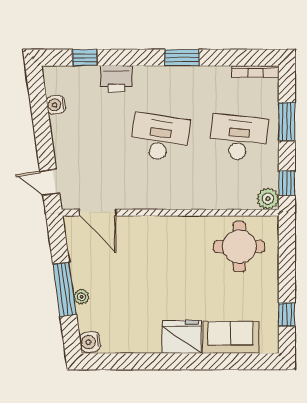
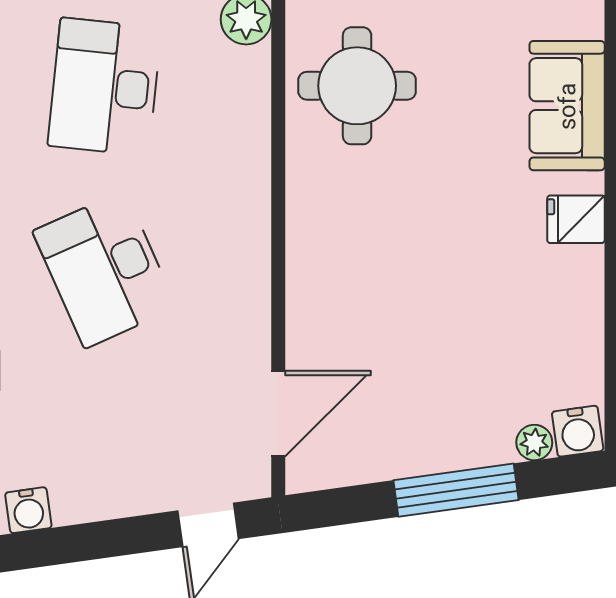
desk: (160, 138) -> (105, 269), turned -33
plant: (81, 297) -> (534, 443), moved
fridge: (182, 337) -> (576, 219), width x0.53, depth x0.75

